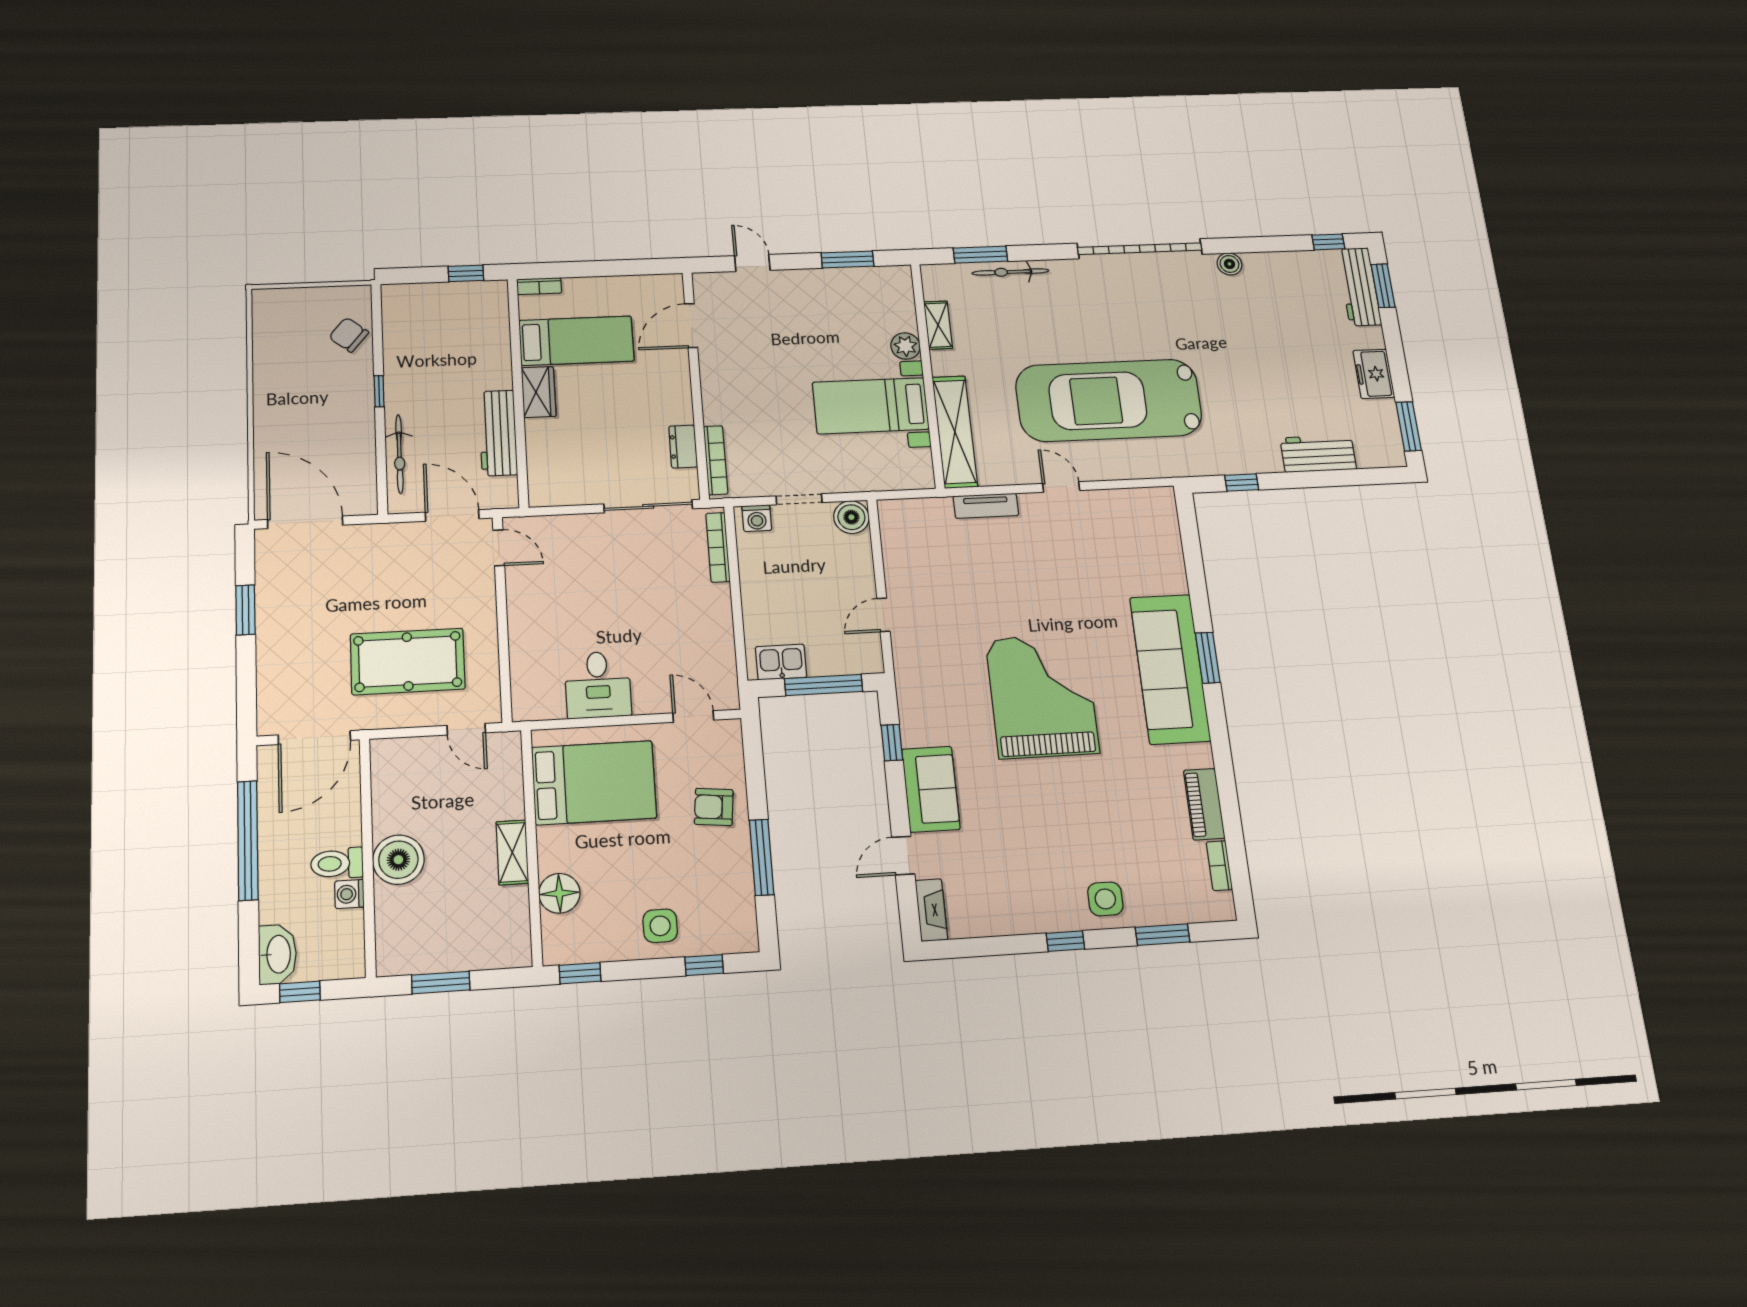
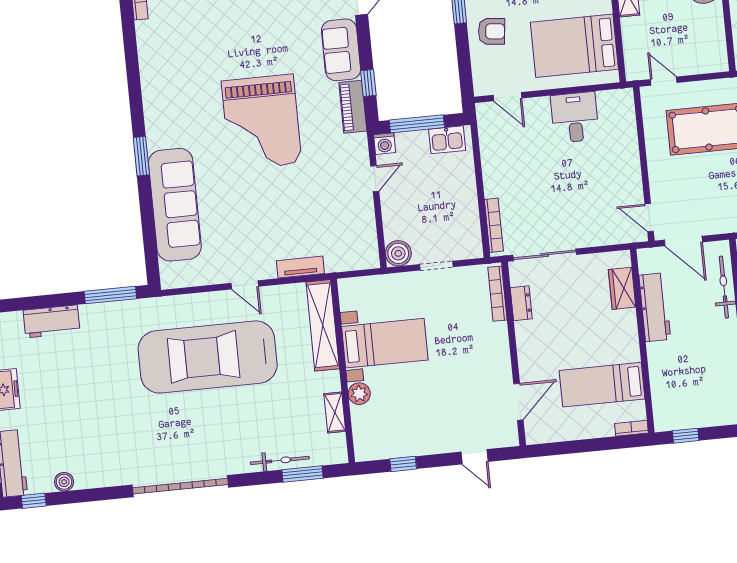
window: (847, 259) -> (403, 464), width x0.67
boiler: (1230, 264) -> (64, 482), moved
wardrobe: (539, 392) -> (622, 288), moved
car: (1109, 400) -> (208, 357), turned 180
window: (1242, 483) -> (110, 295), width x2.17
washing machine: (757, 518) -> (385, 144), moved, turned 180
sofa: (1170, 669) -> (175, 205), moved
piano: (1204, 804) -> (353, 107), moved, turned 180

